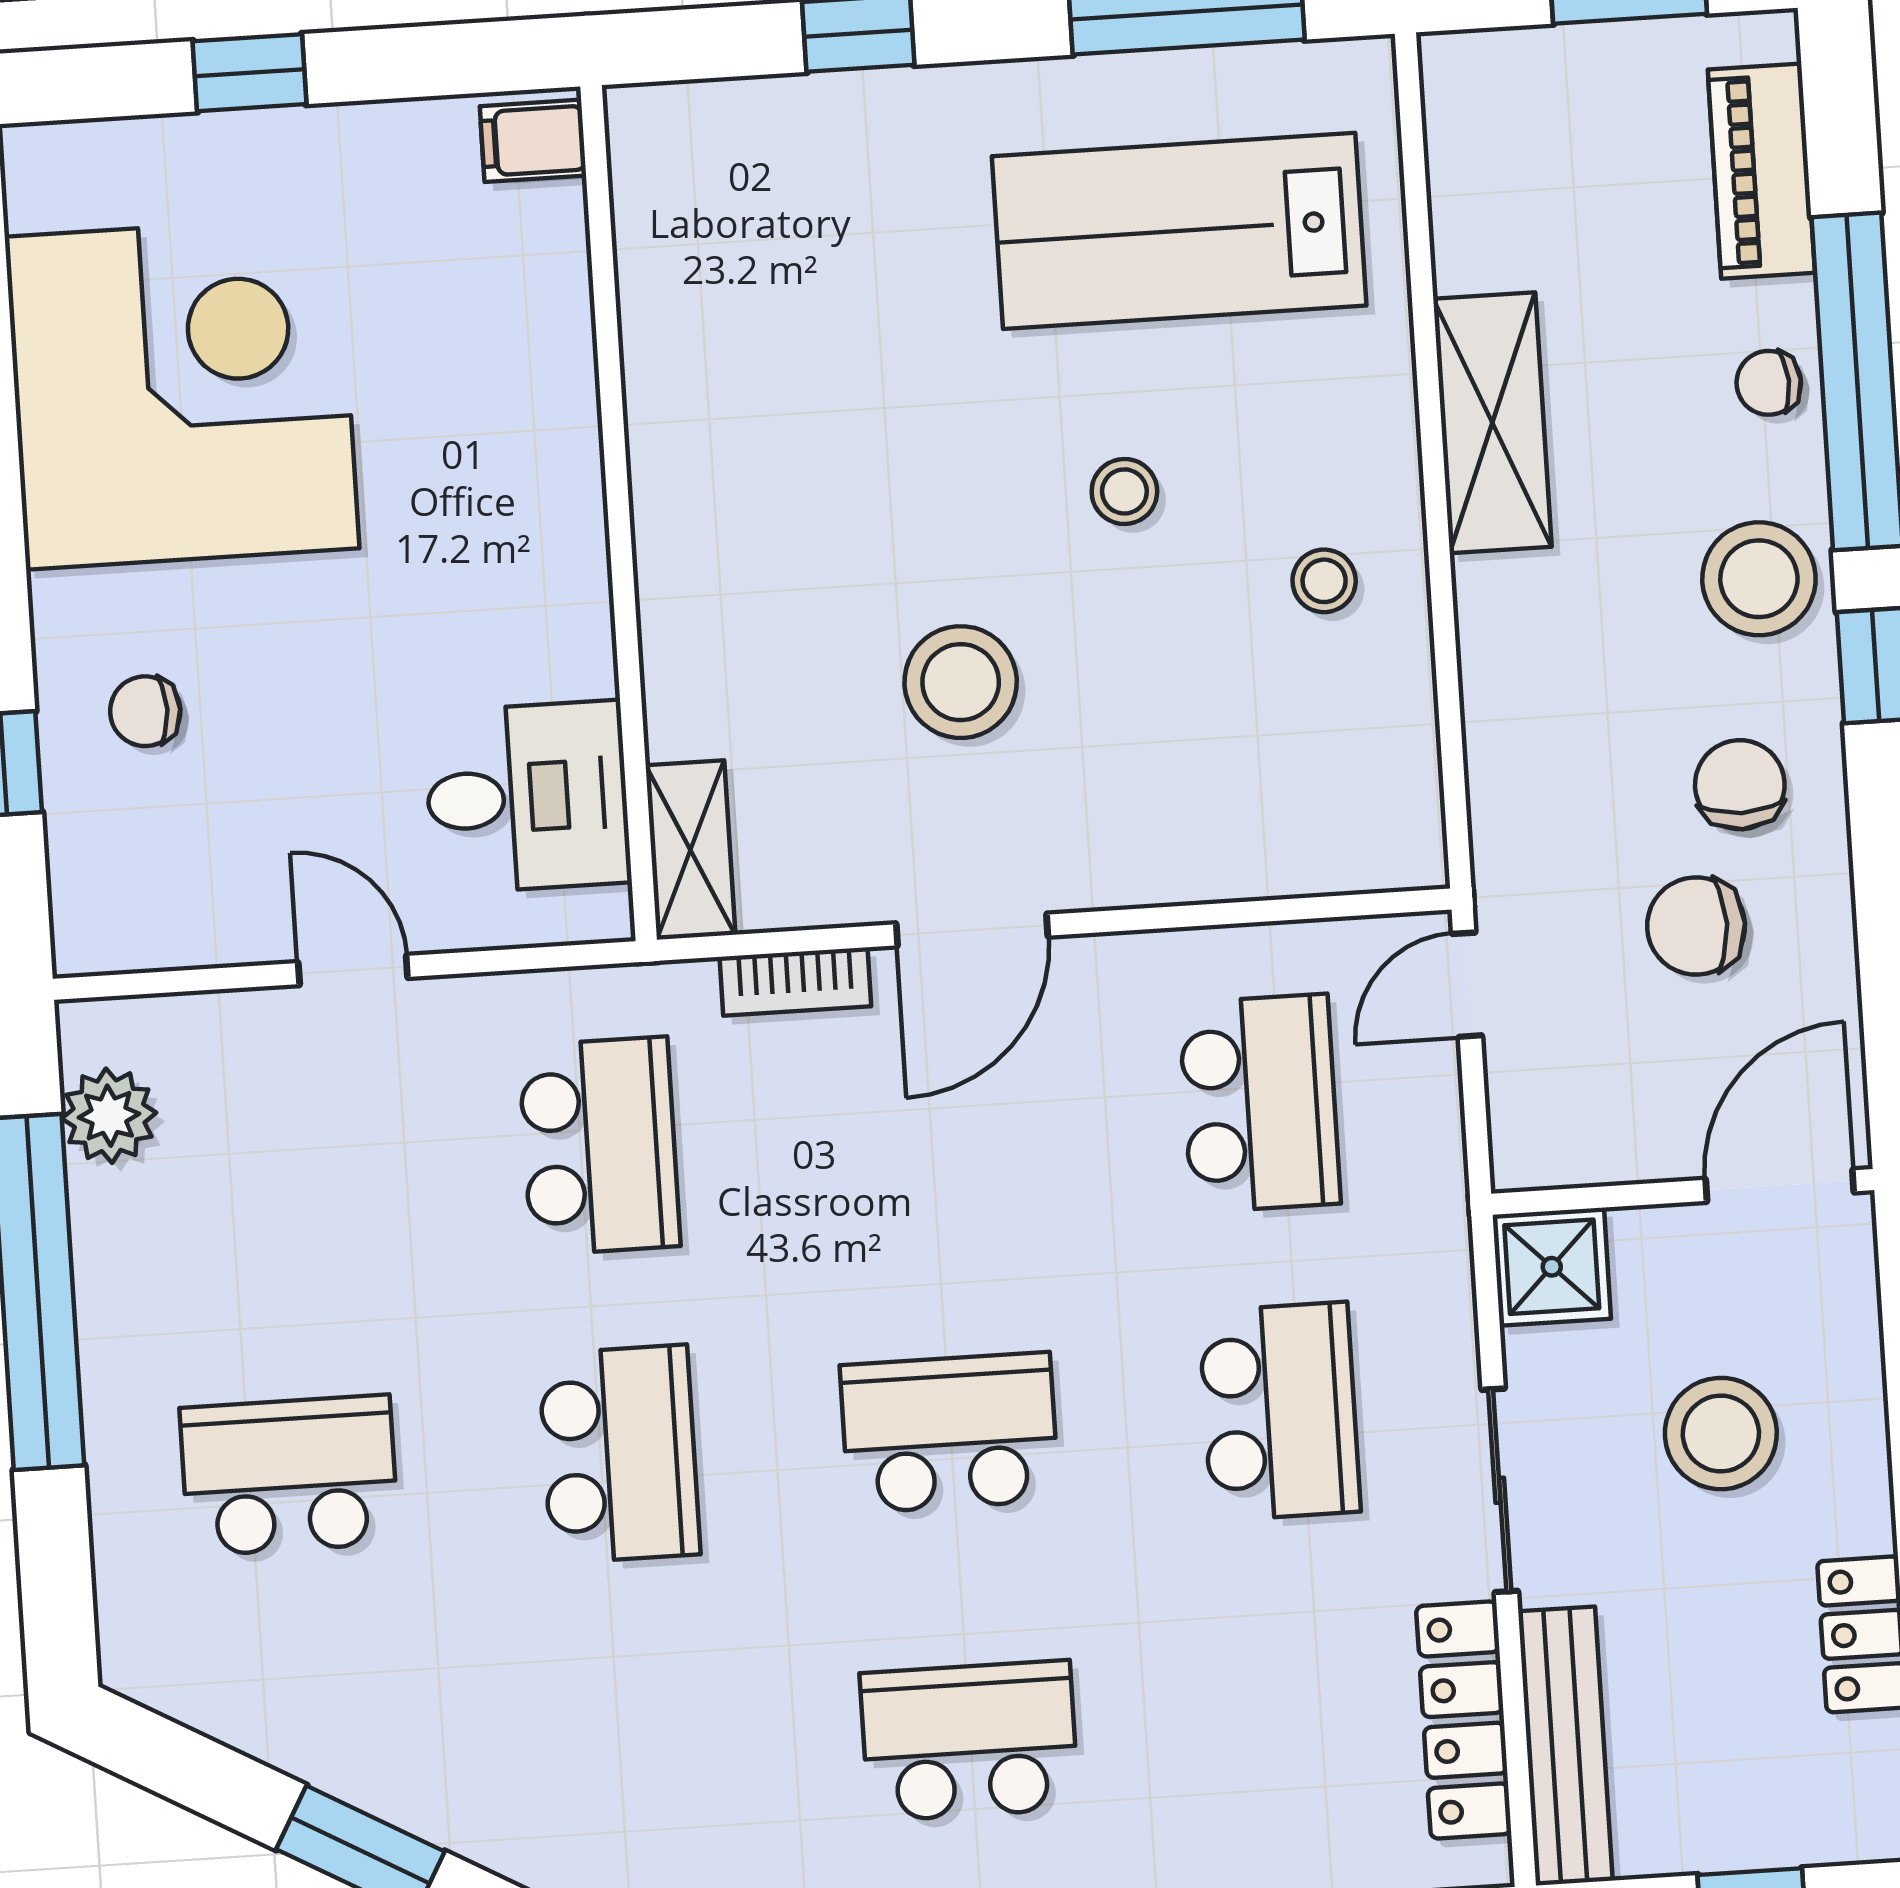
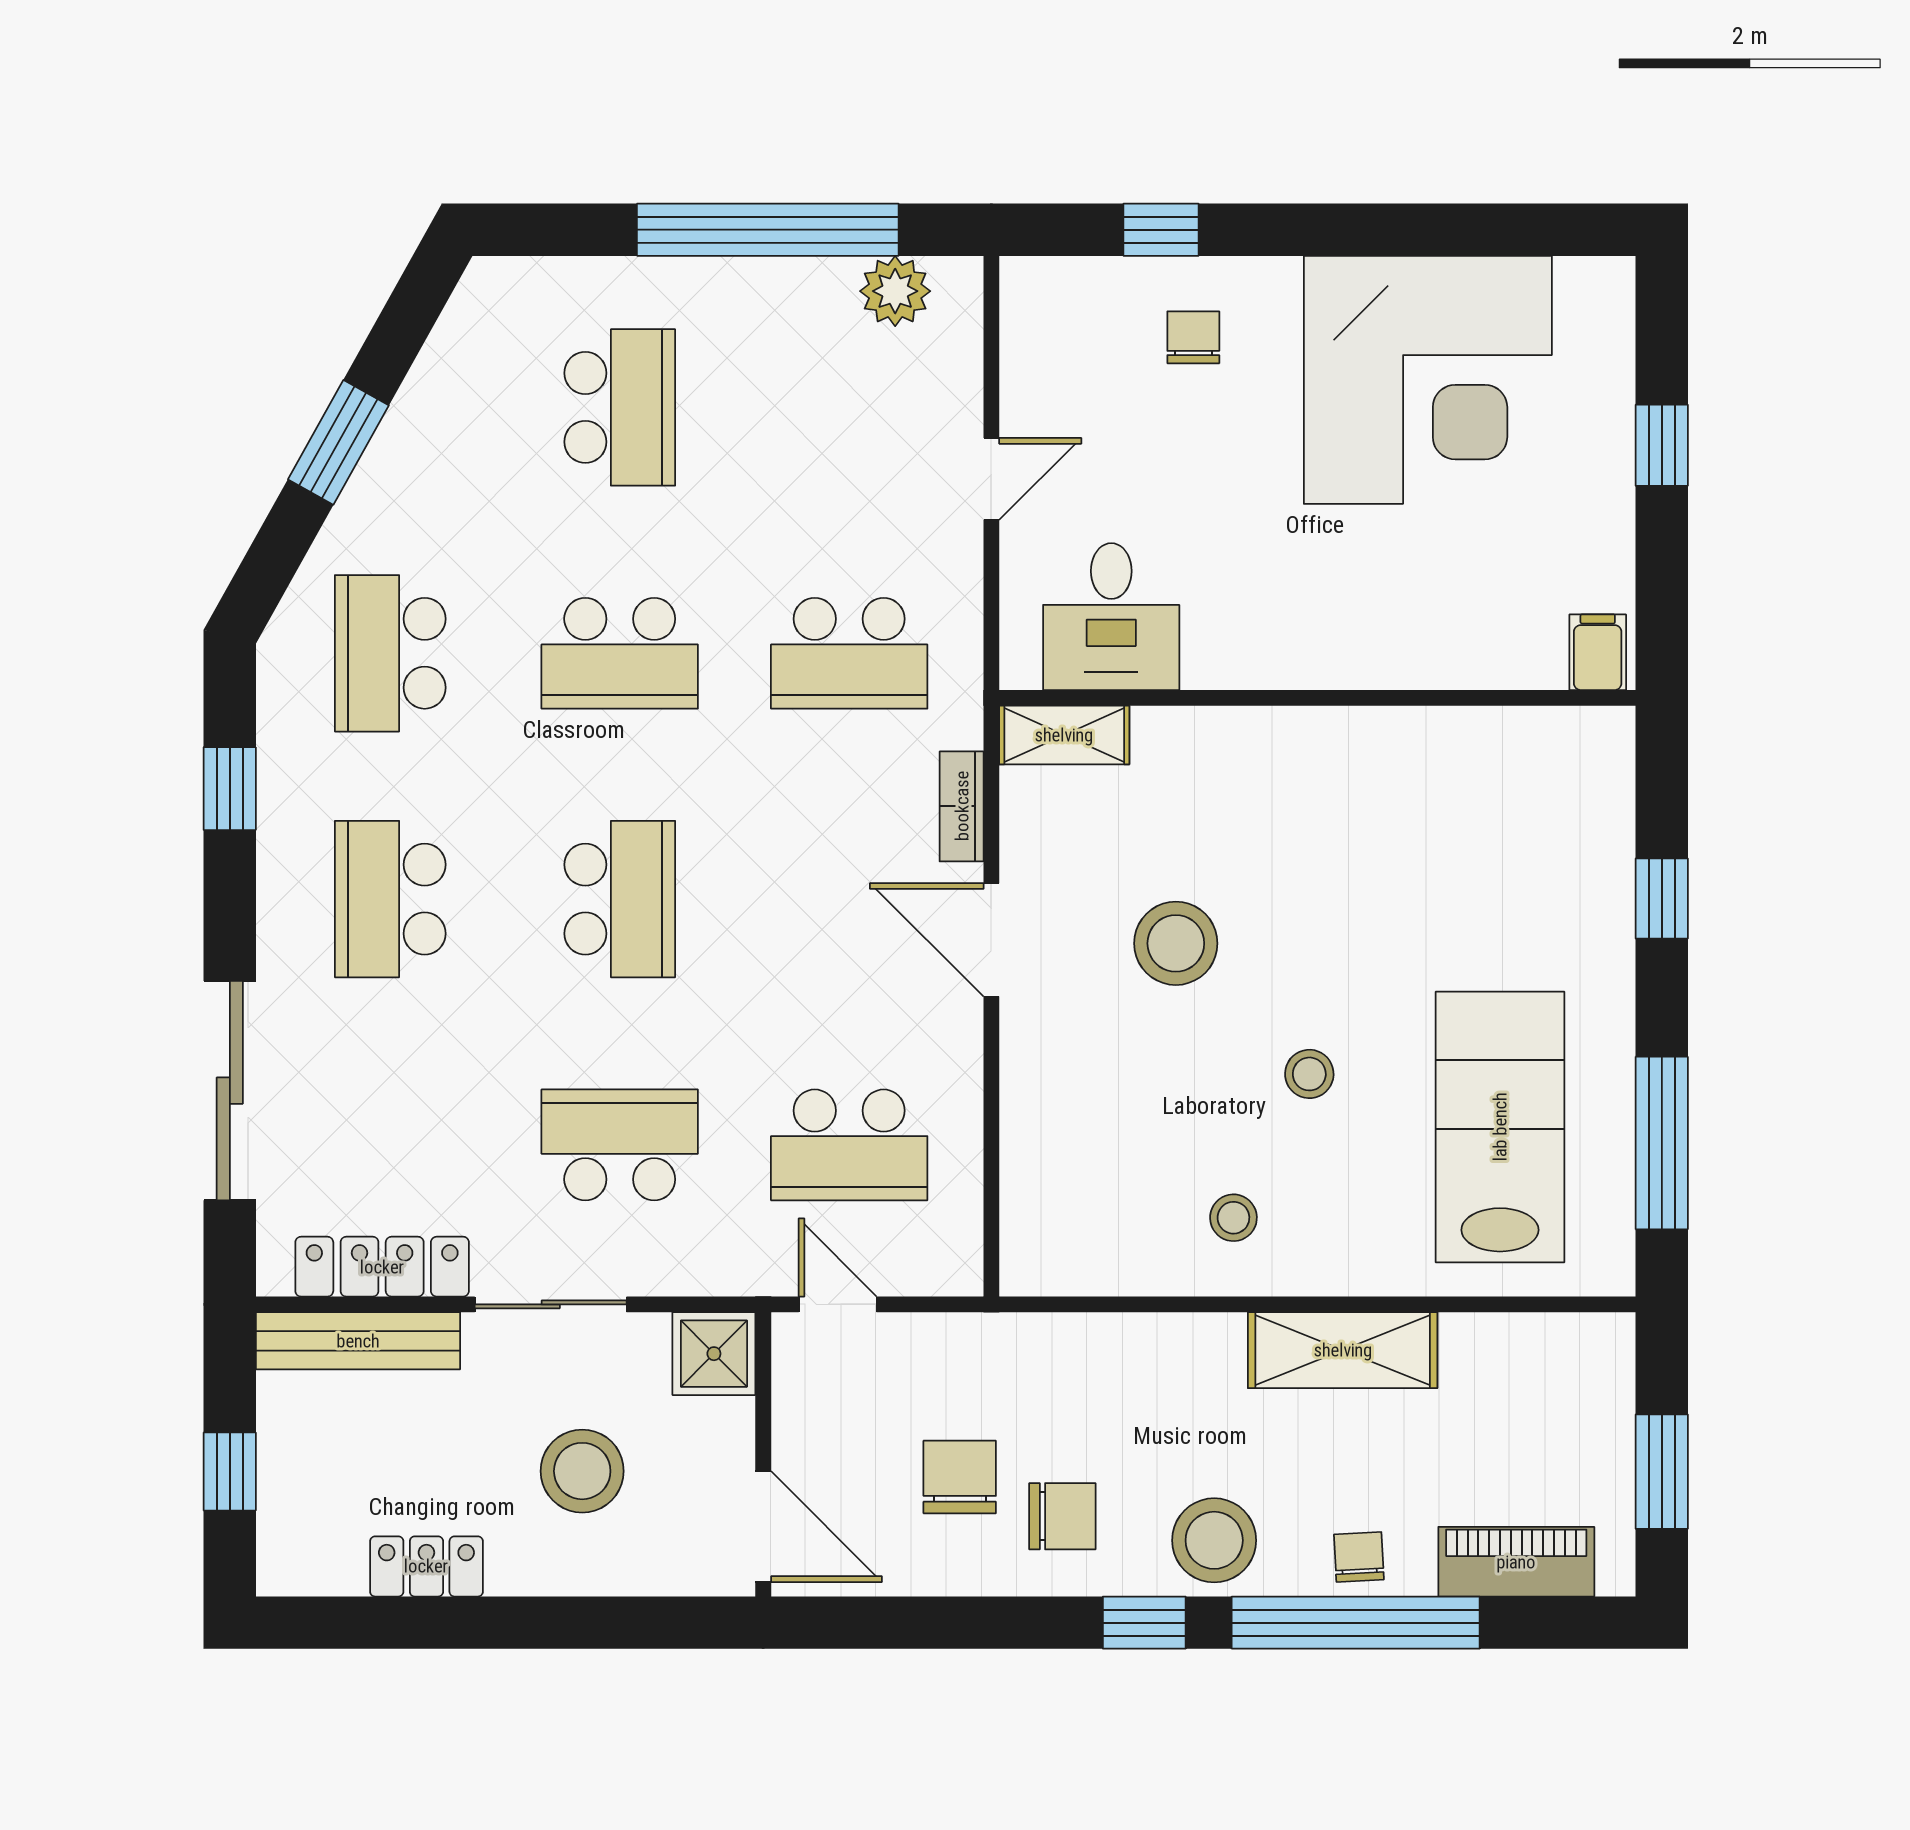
door: (1467, 985) -> (838, 1304), moved
school desk: (1280, 1411) -> (620, 1145), turned 180
school desk: (969, 1741) -> (390, 899), turned 180
school desk: (639, 1762) -> (390, 653), added

